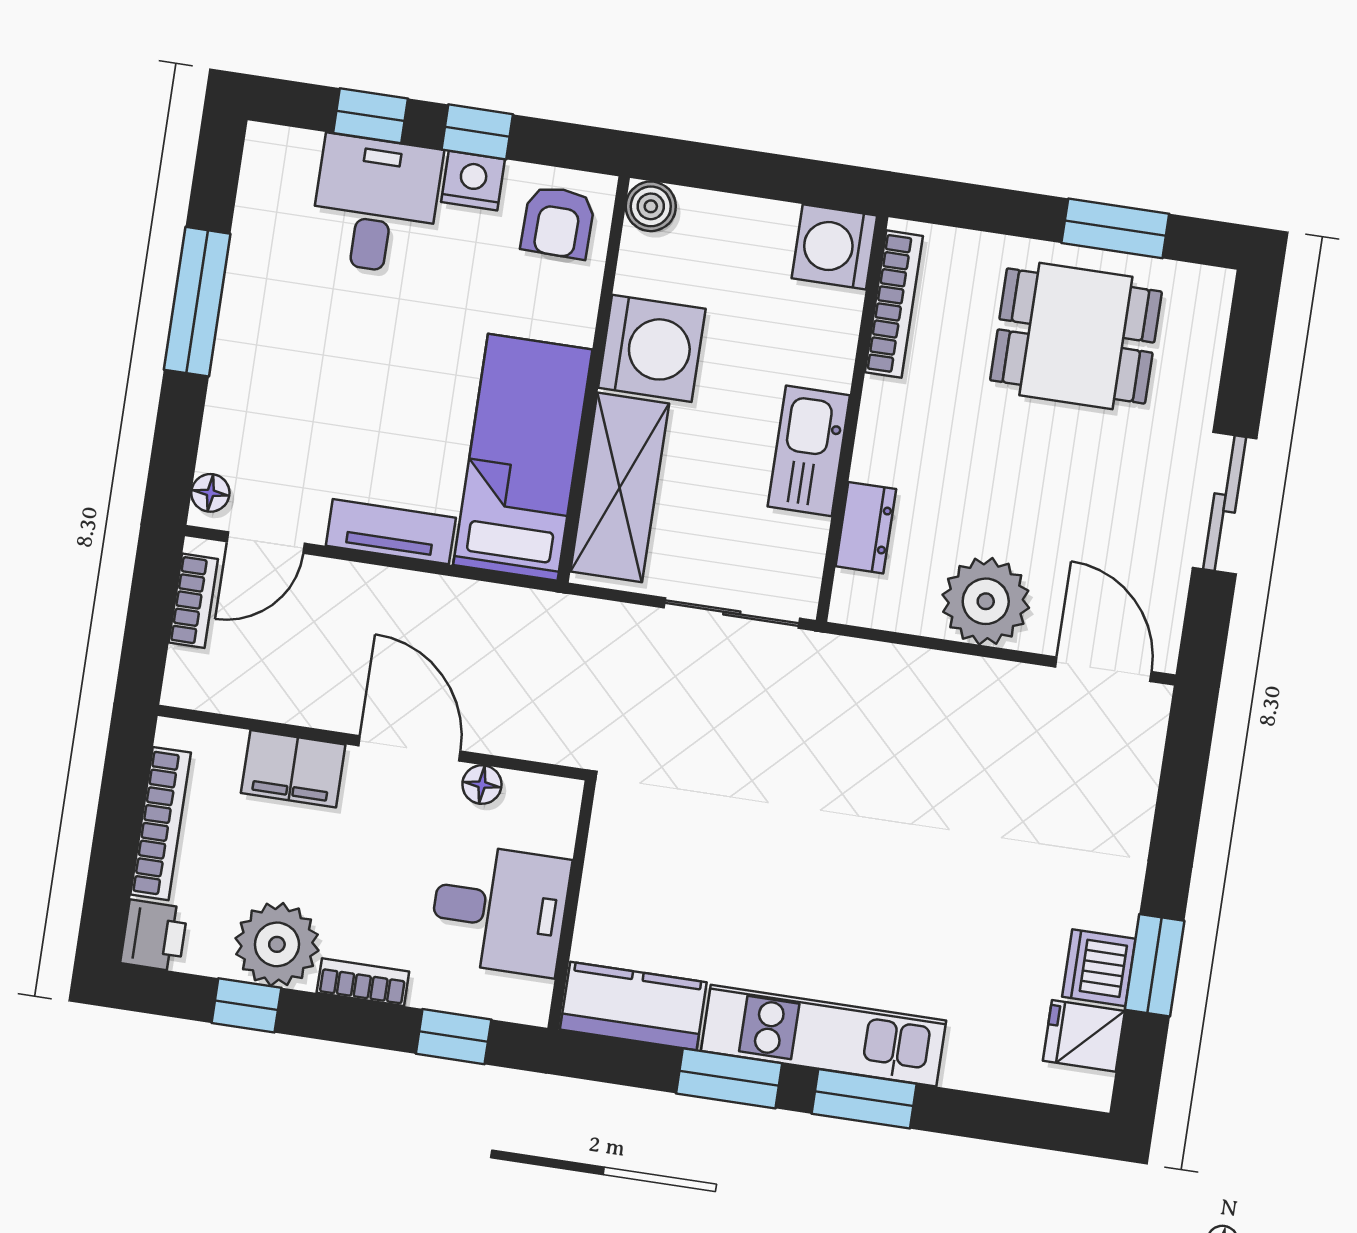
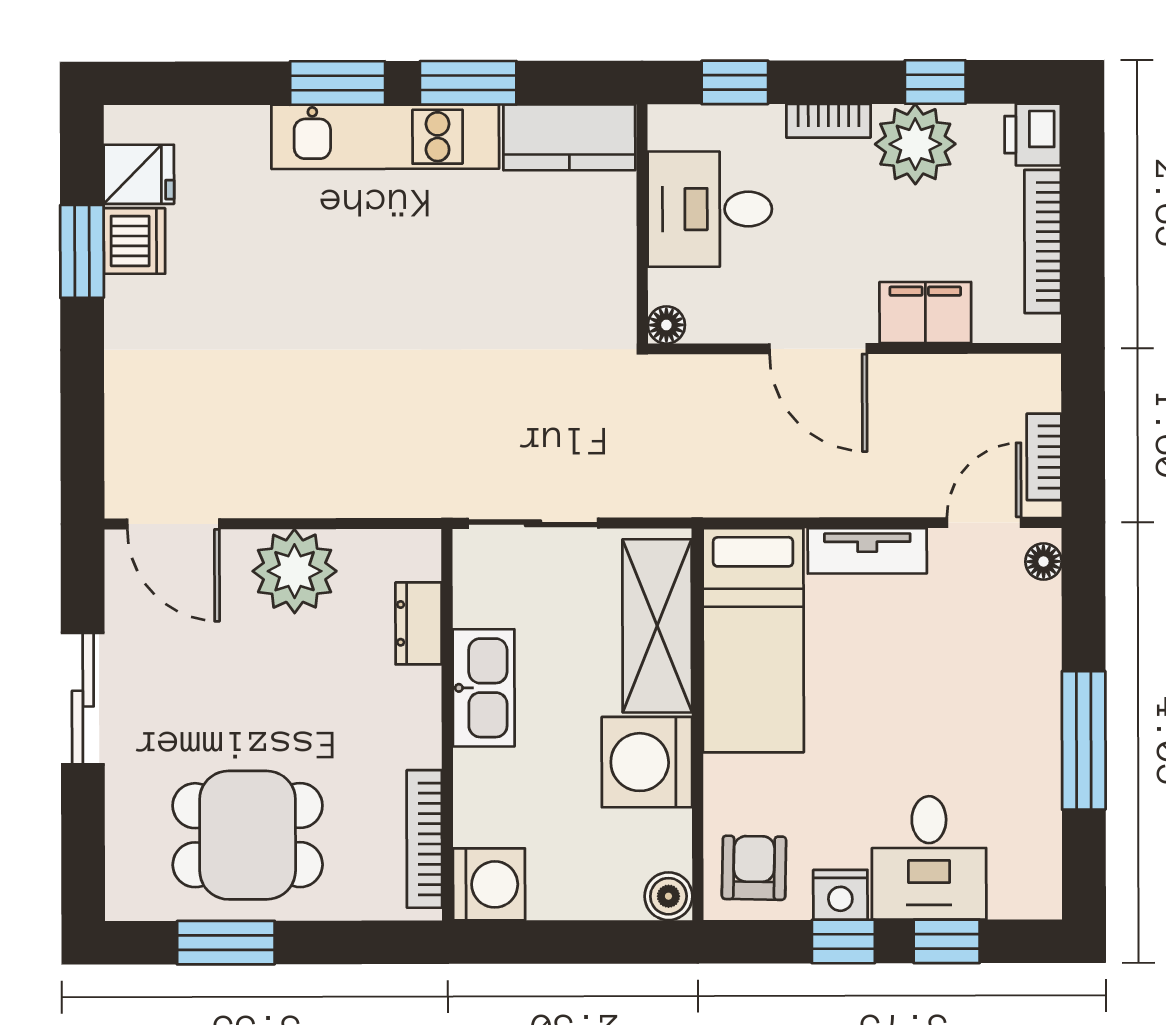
floor lamp: (482, 785) -> (666, 325), moved

